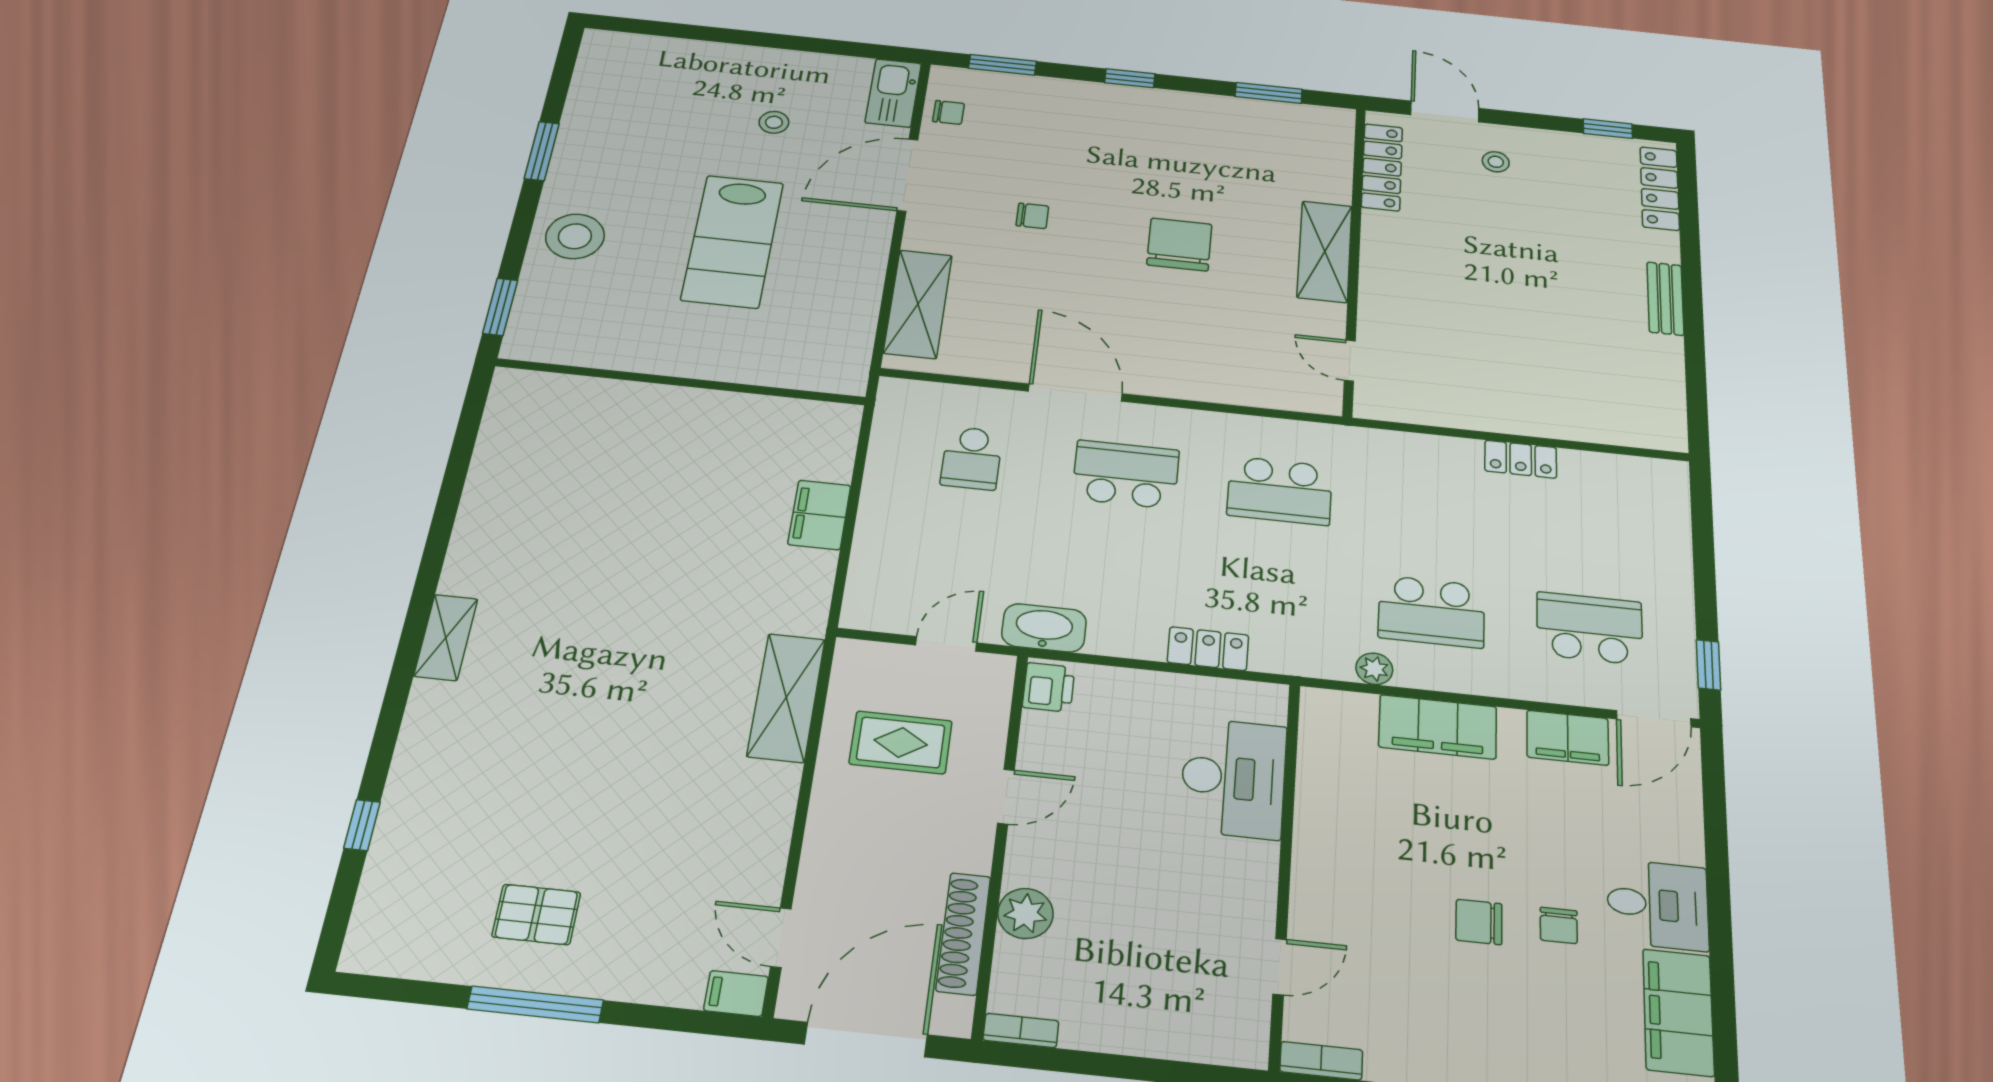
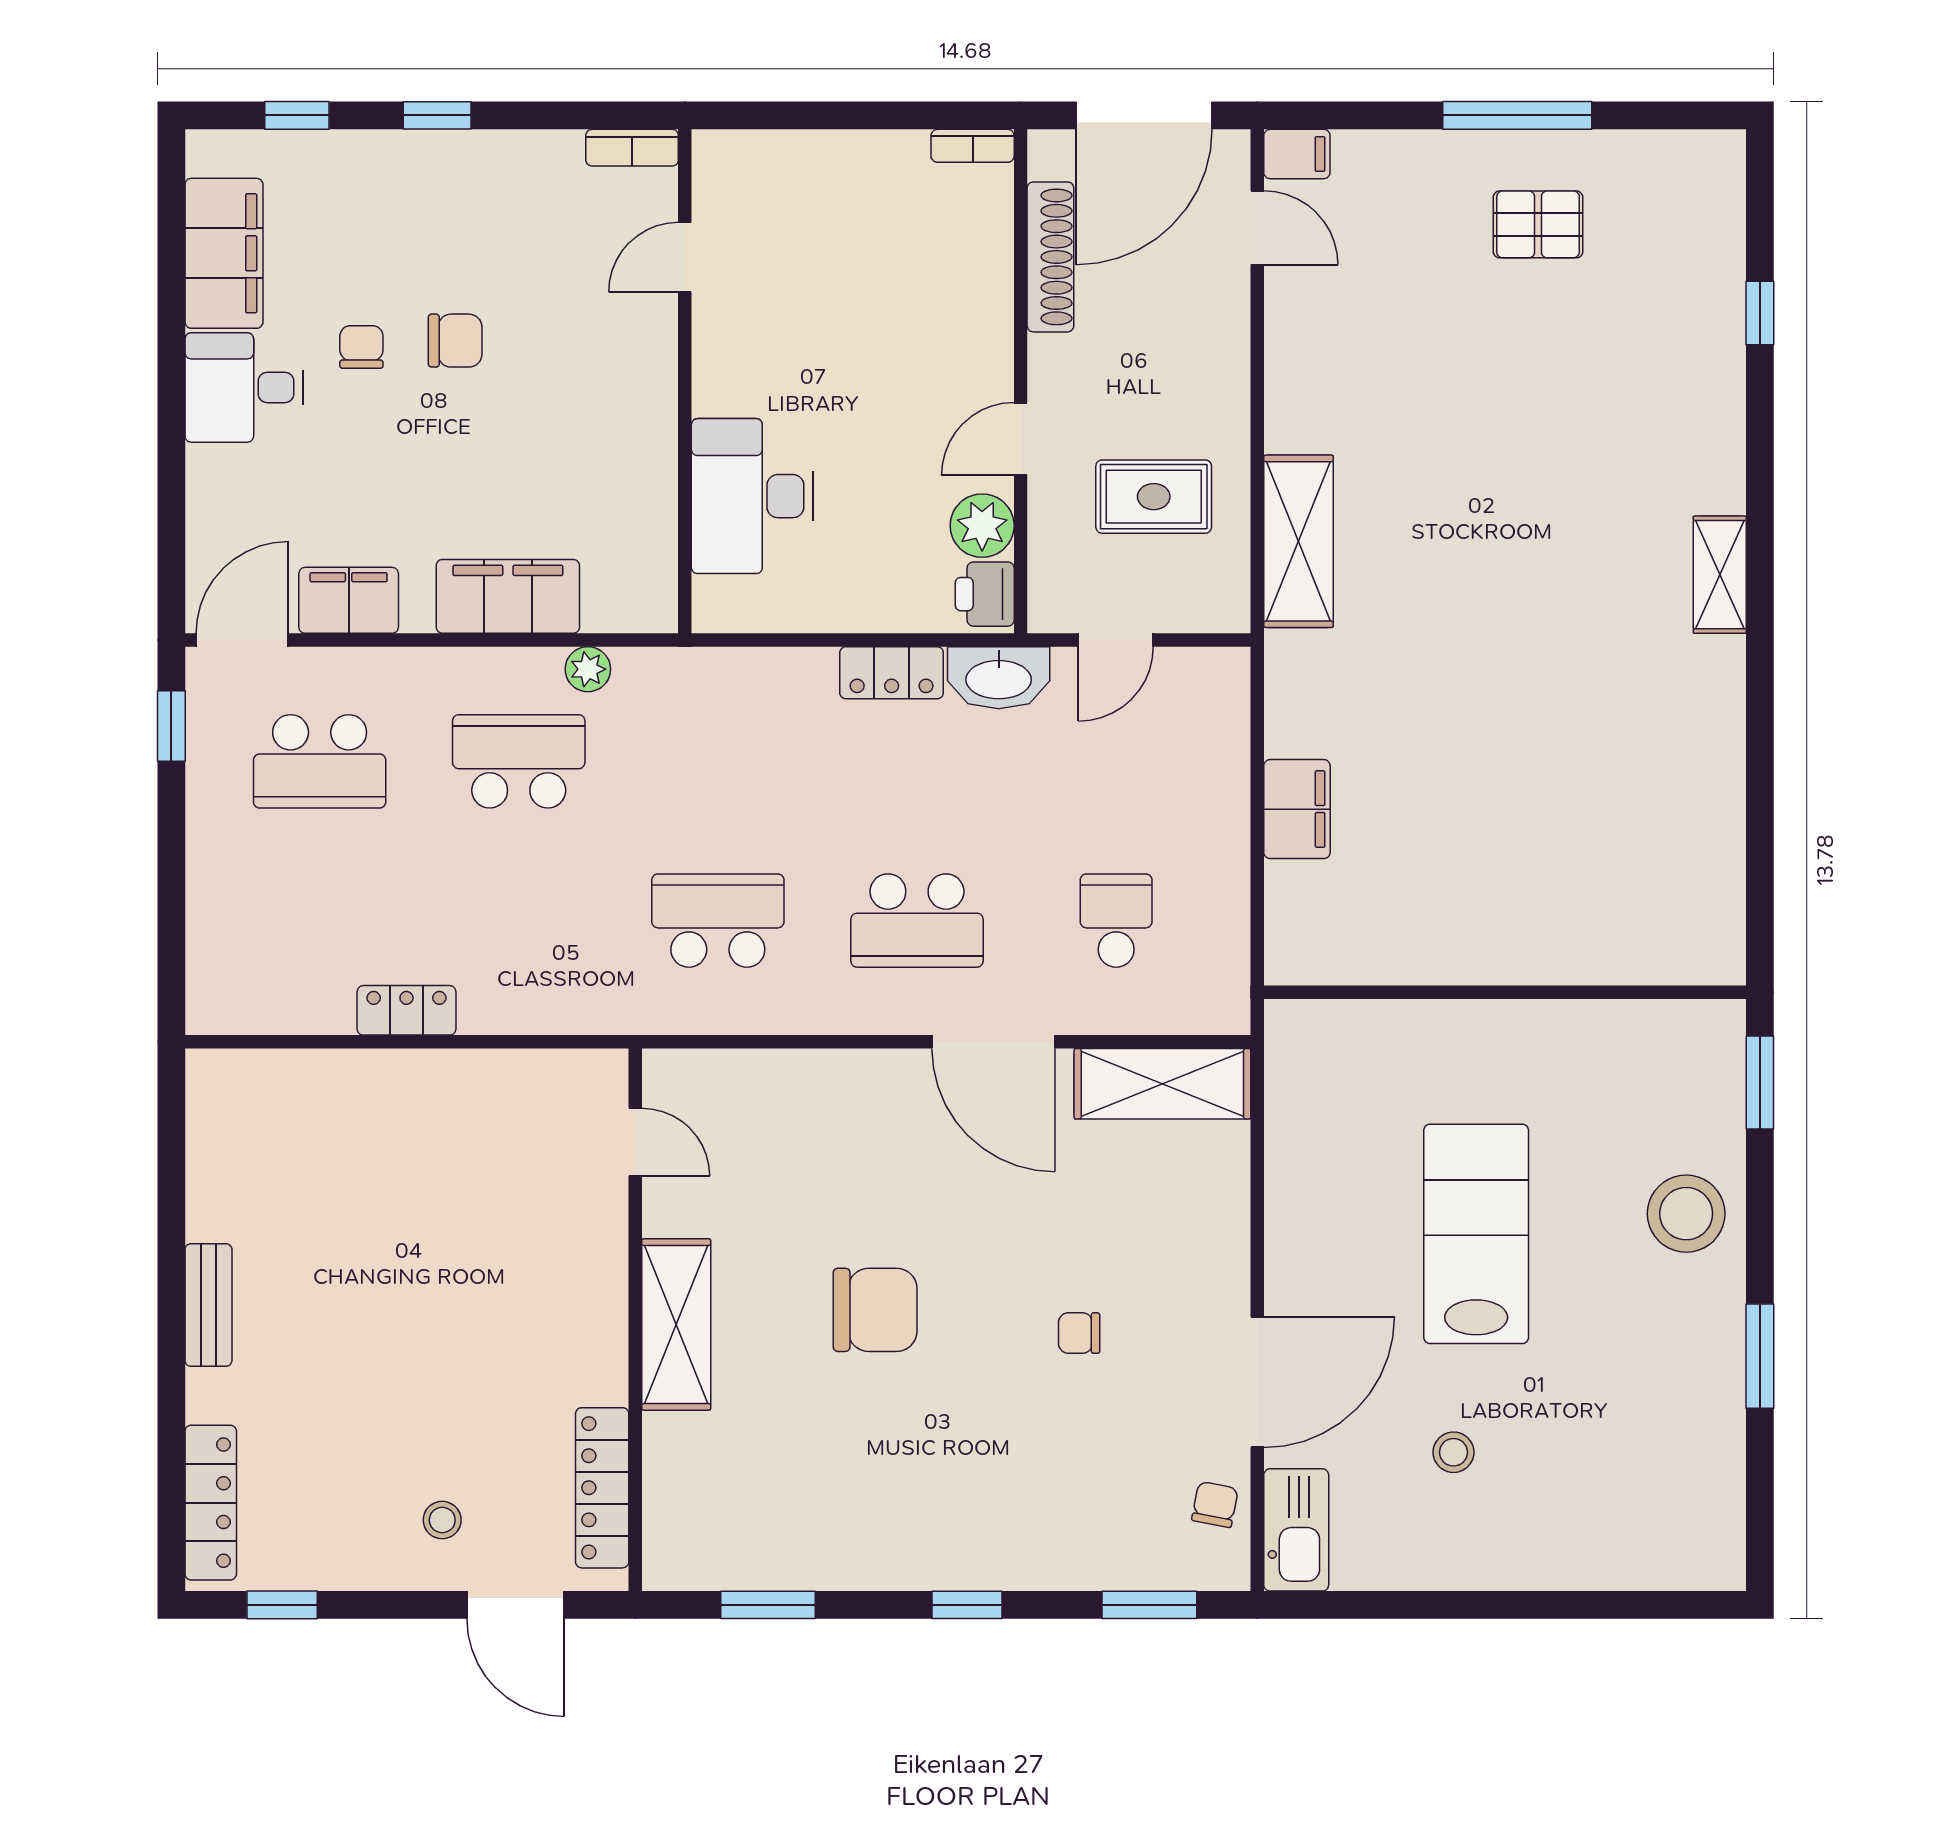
chair: (948, 112) -> (1215, 1504), turned 101
chair: (1179, 245) -> (875, 1310), turned -90
shelving: (918, 304) -> (1162, 1084), moved, turned 90
locker: (1208, 649) -> (892, 673), moved
plant: (1025, 913) -> (982, 526), moved

